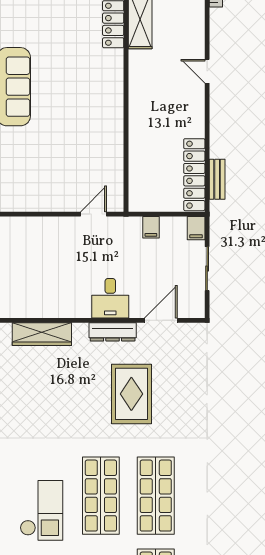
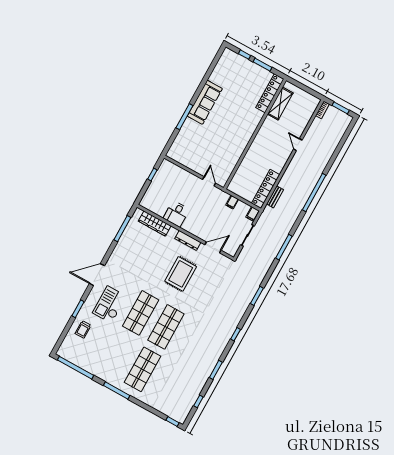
door: (93, 214) -> (209, 181), hinge flipped
desk: (110, 298) -> (176, 214), moved
checkout: (41, 510) -> (109, 305), turned 180

